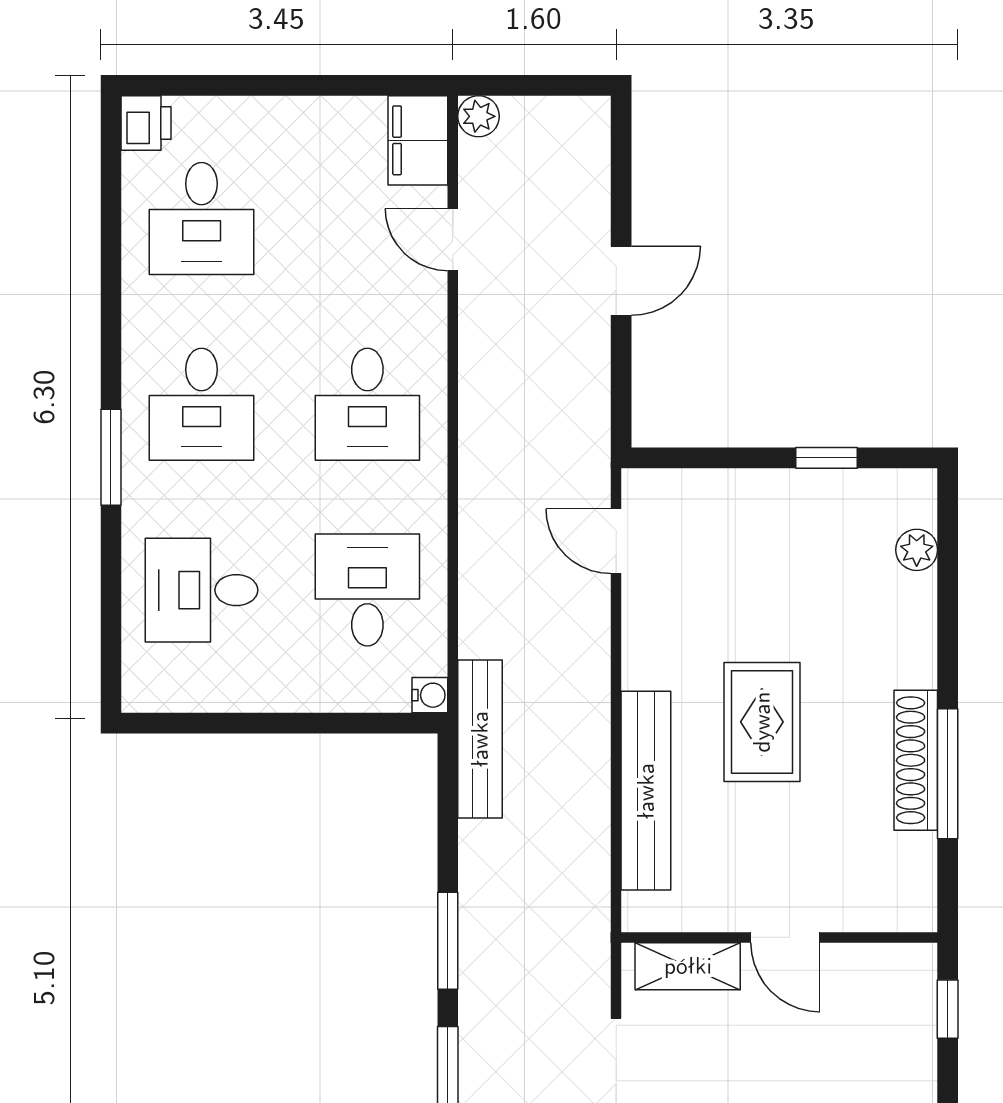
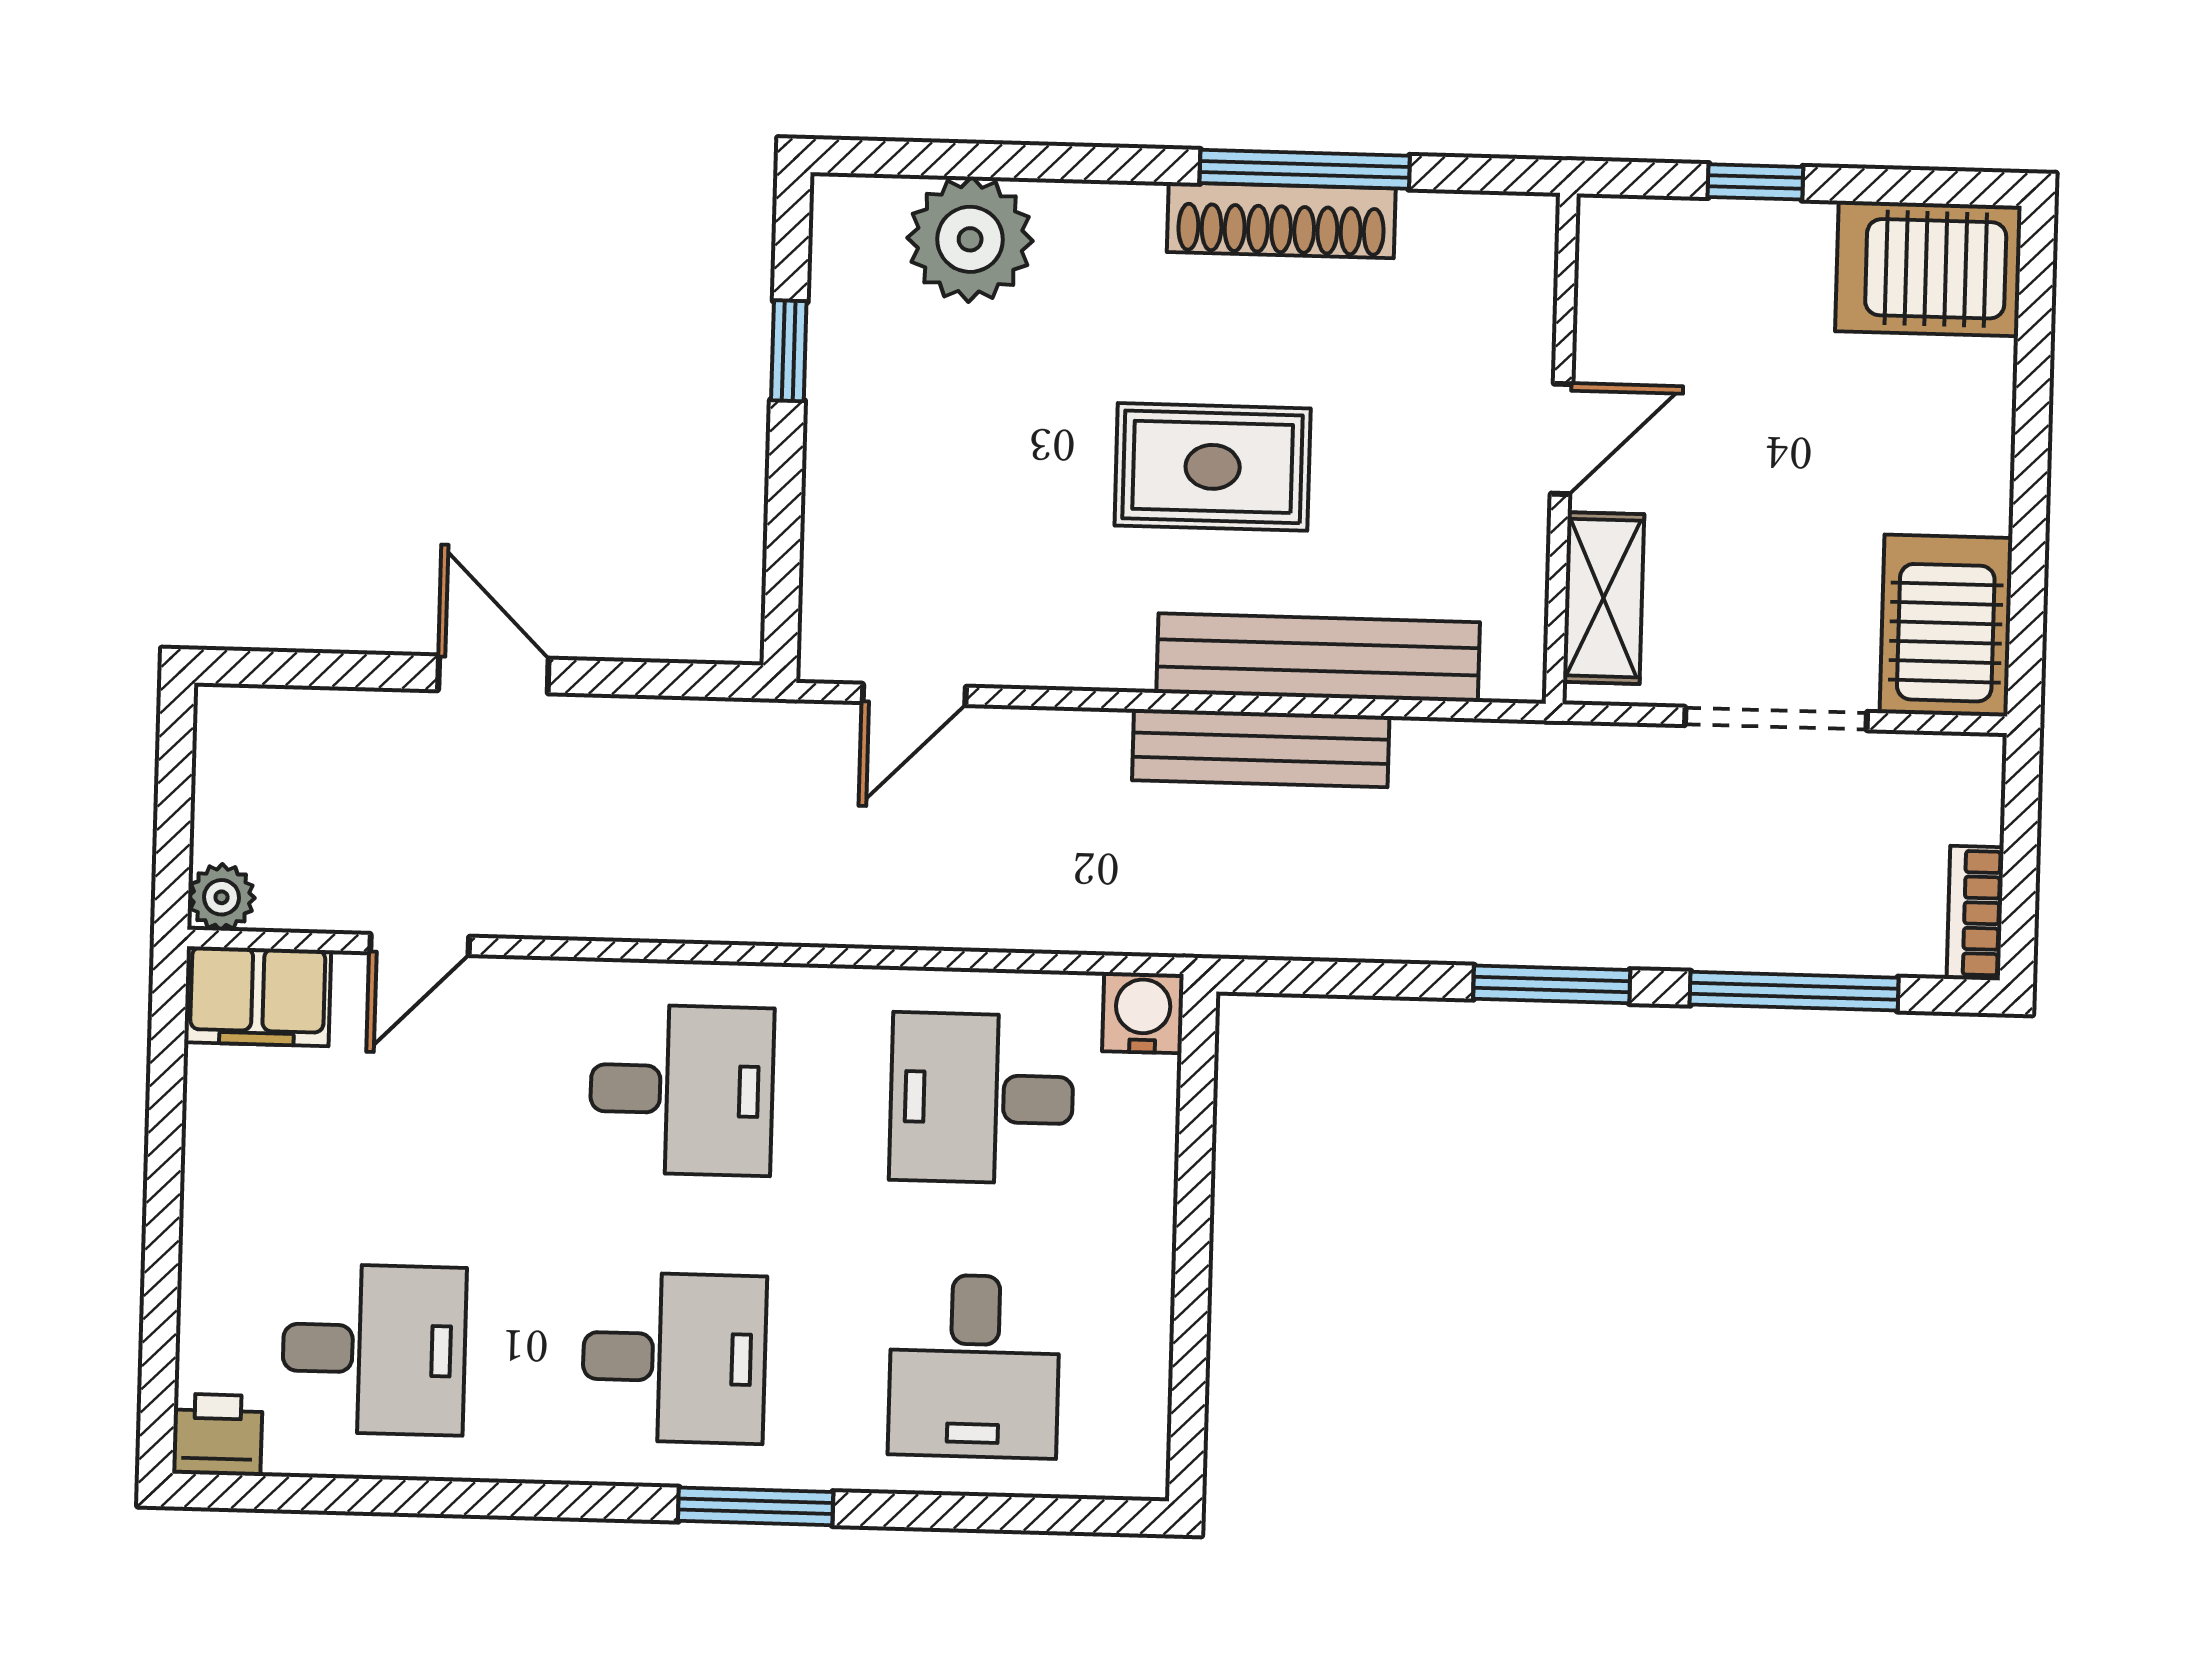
plant: (917, 550) -> (970, 239), width x1.88, depth x1.88
water cooler: (430, 695) -> (1143, 1013), width x1.38, depth x1.38
bench: (480, 739) -> (1261, 748), moved
window: (948, 1009) -> (1755, 182), moved

